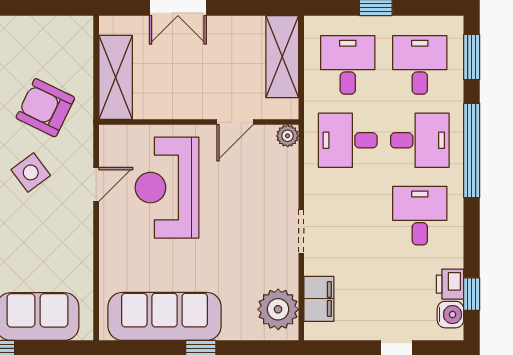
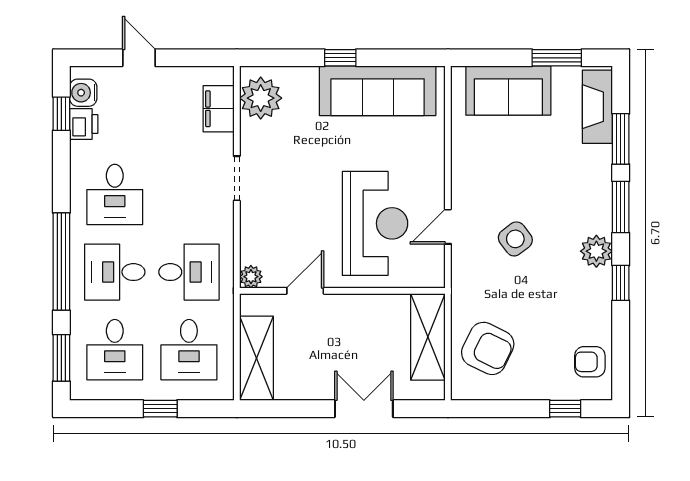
armchair: (45, 108) -> (488, 348), moved

